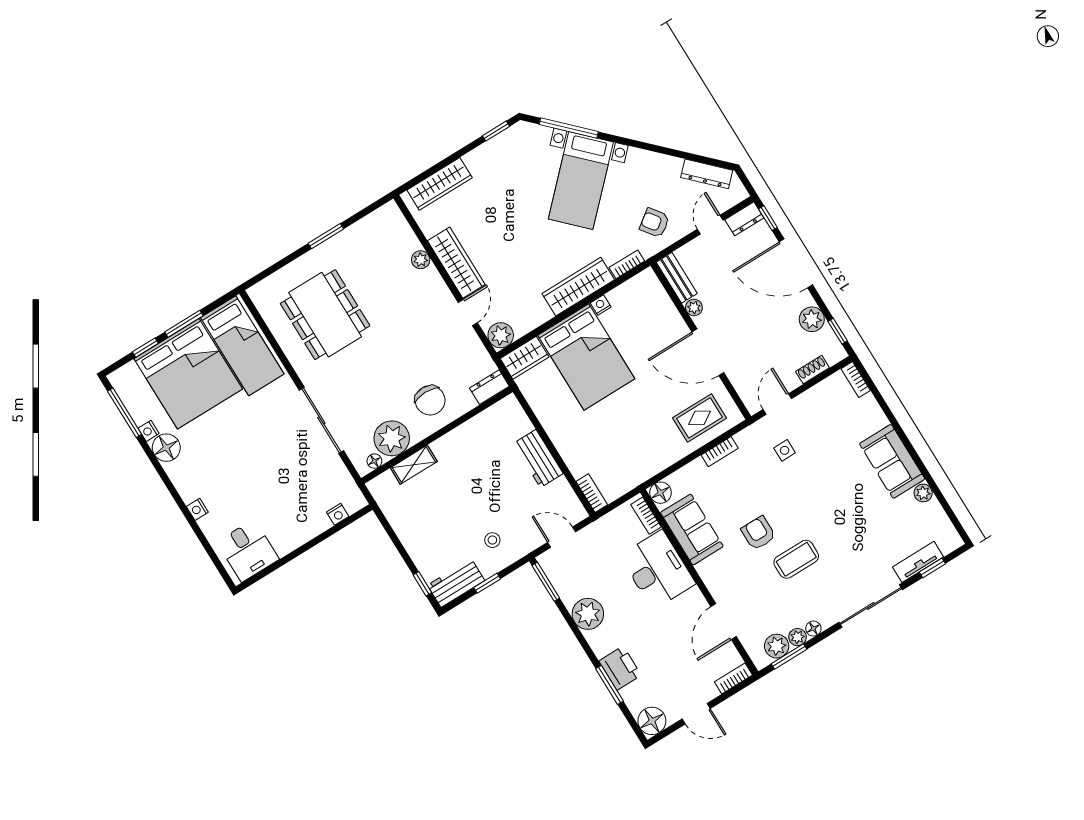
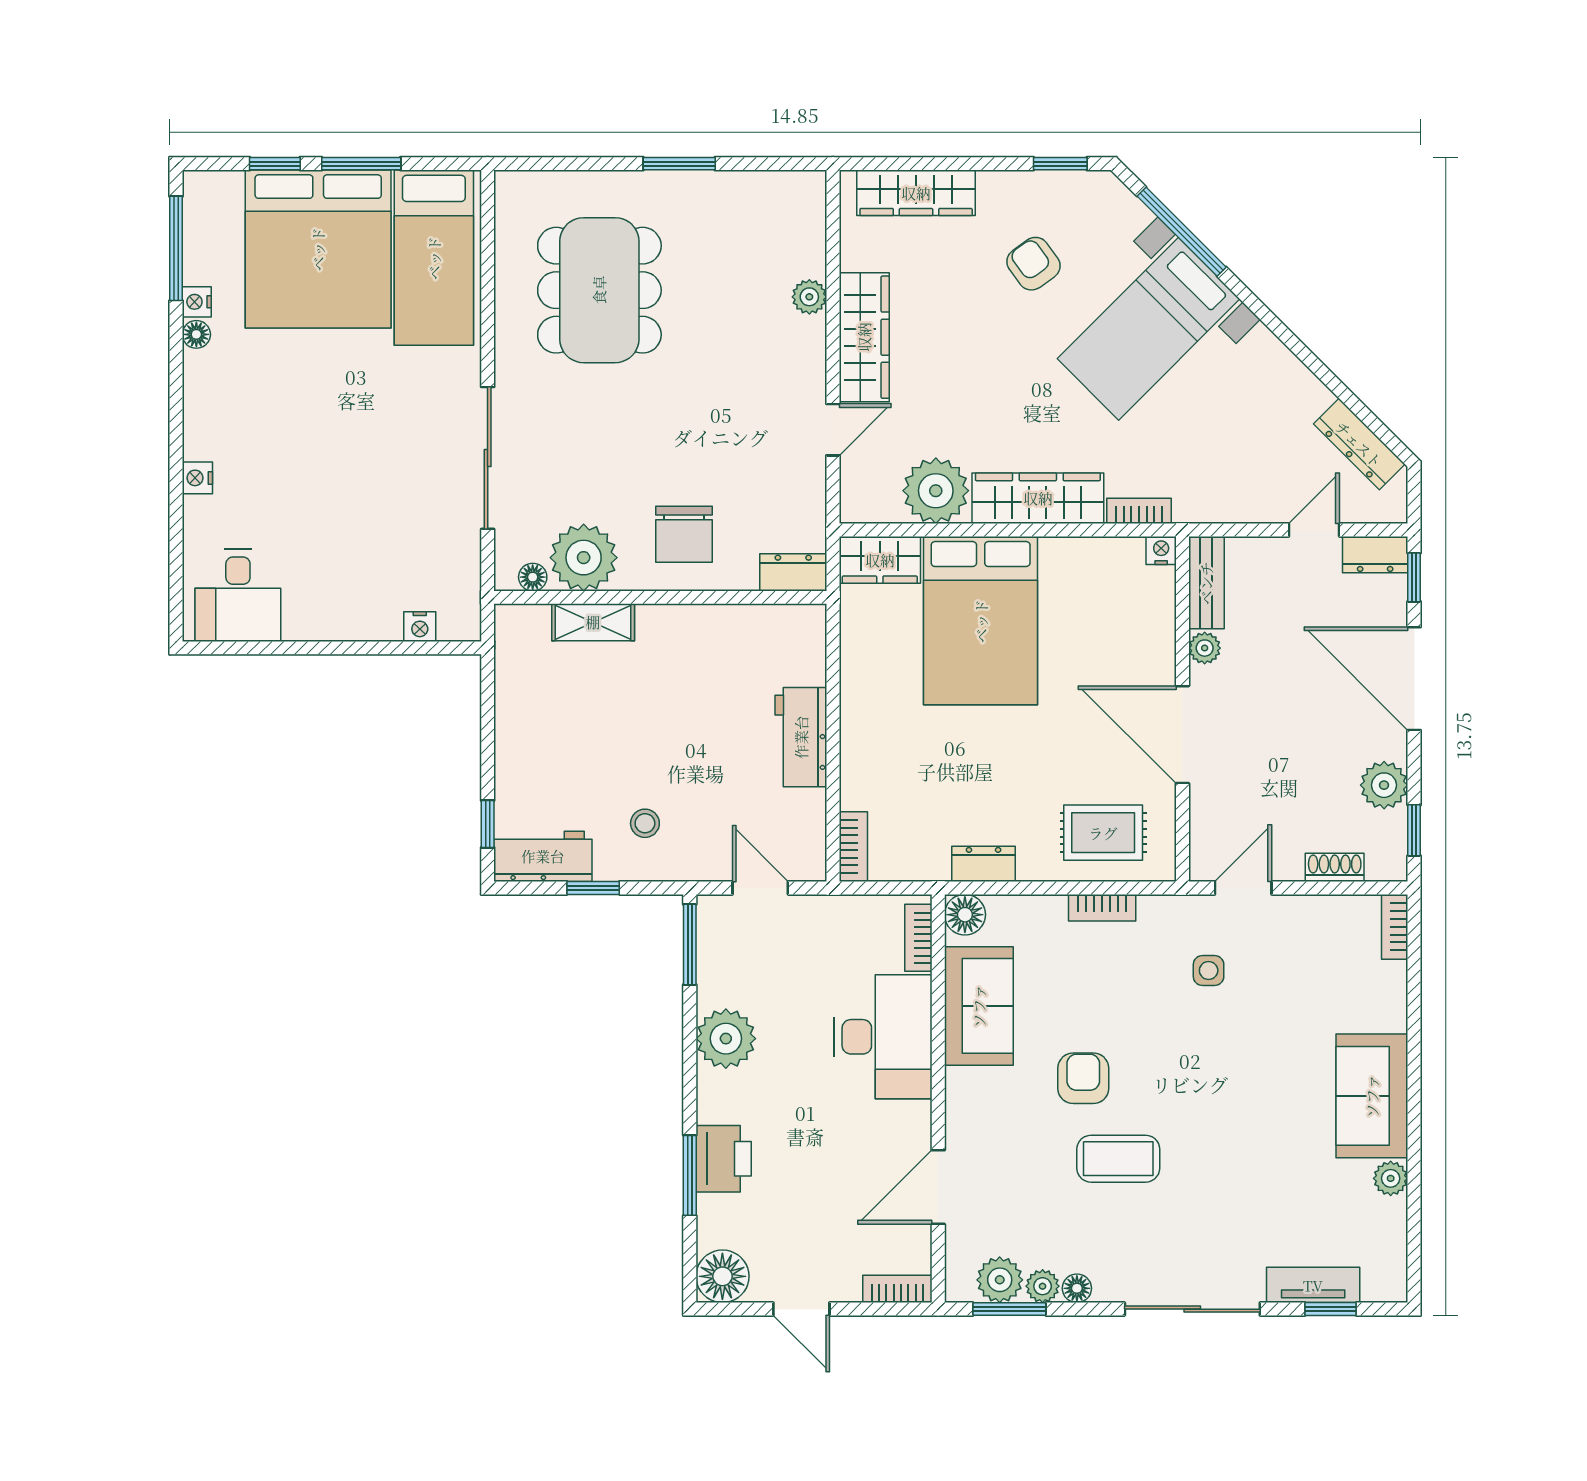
armchair: (655, 223) -> (1033, 264), moved
nightstand: (601, 305) -> (1161, 550), moved
plant: (501, 335) -> (936, 491), moved, width x1.36, depth x1.36
floor lamp: (166, 448) -> (196, 334), width x0.53, depth x0.53
dresser: (655, 465) -> (984, 864), added

